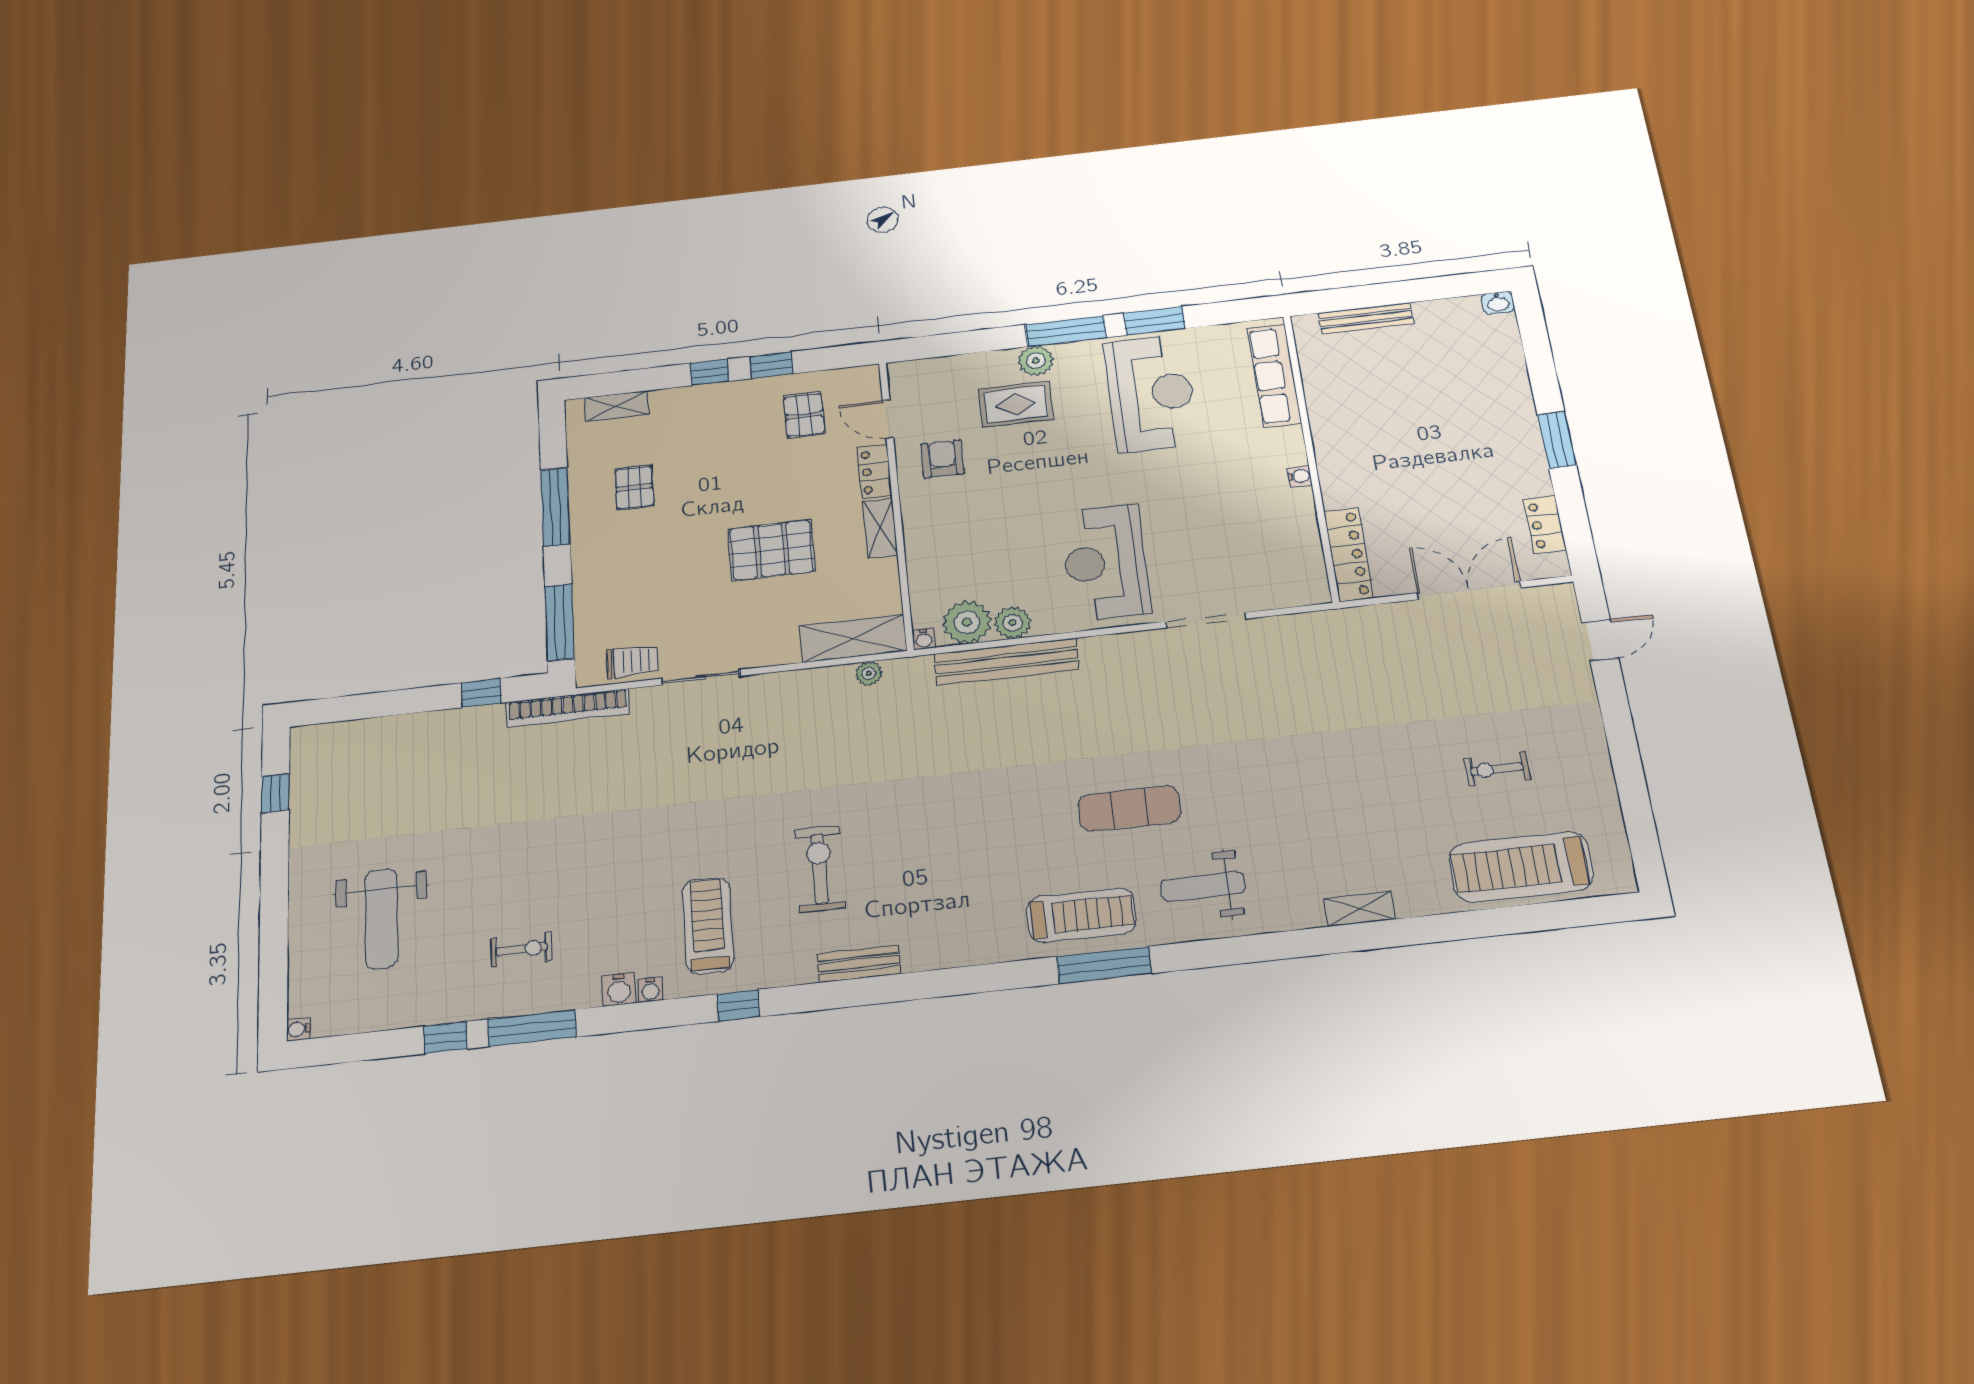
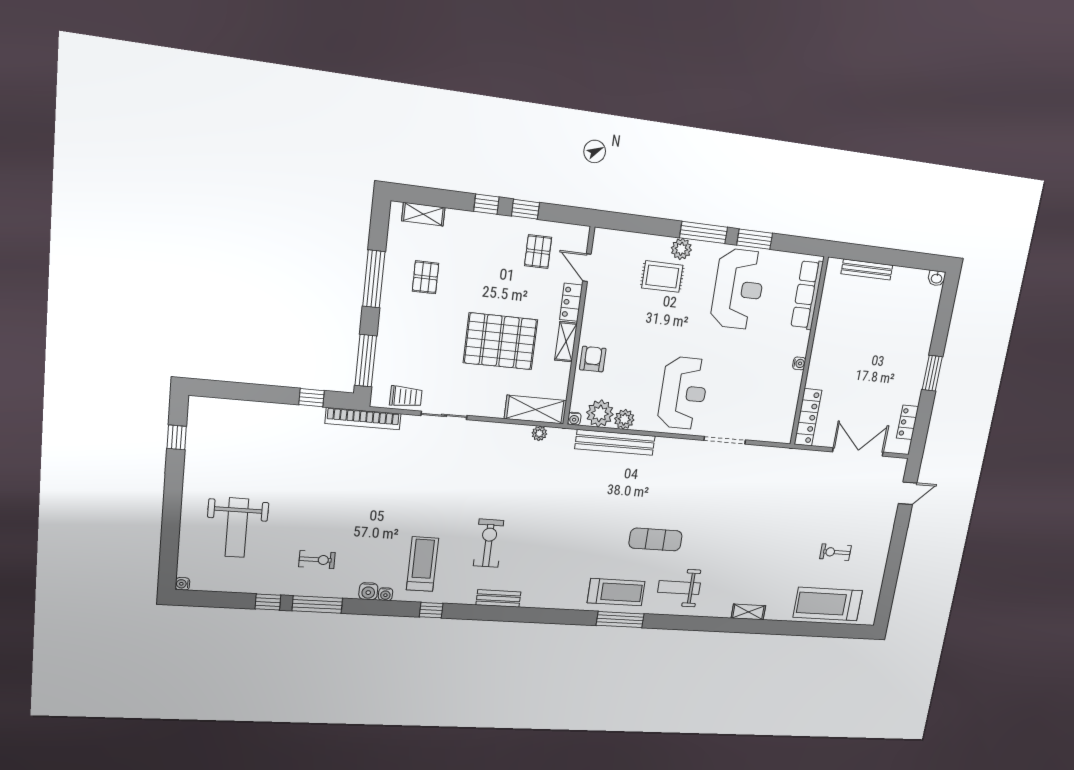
armchair: (943, 459) -> (593, 359), moved
pallet: (772, 550) -> (500, 341), width x1.37, depth x1.41
reception desk: (1105, 562) -> (683, 393), turned 180

